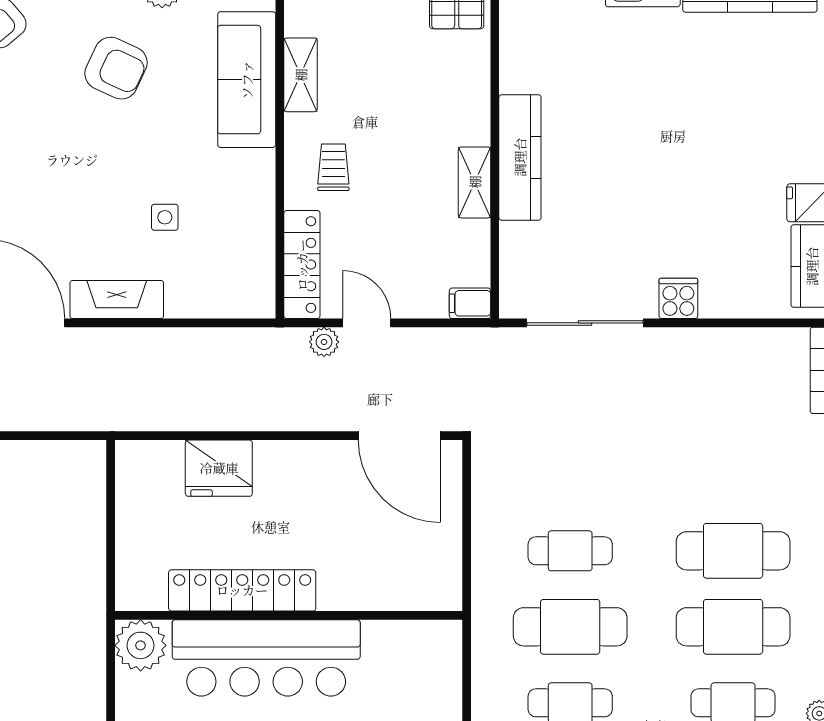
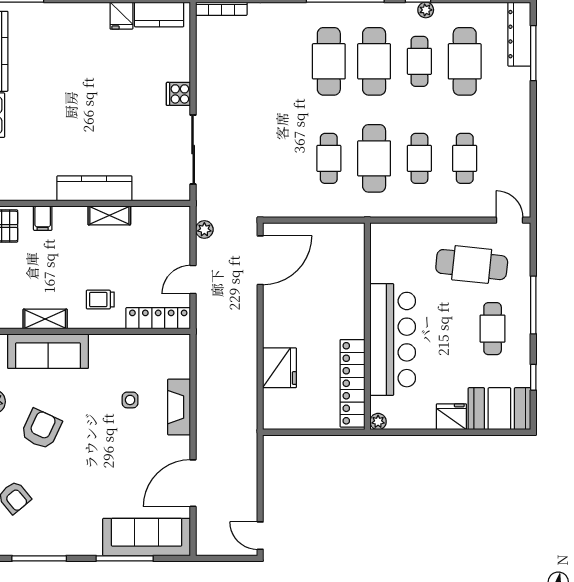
fireplace: (117, 299) -> (179, 407), moved
filing cabinet: (470, 303) -> (43, 218), moved
plant: (324, 342) -> (204, 230), moved
locker: (242, 590) -> (352, 383), moved
plant: (141, 645) -> (378, 422), width x0.53, depth x0.53

